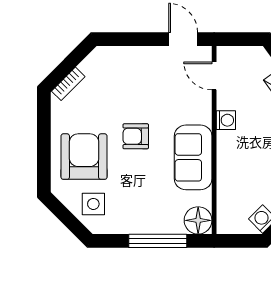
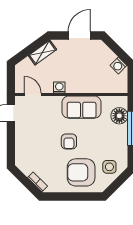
door: (214, 76) -> (33, 95), swing flipped
floor lamp: (198, 220) -> (119, 116), moved

